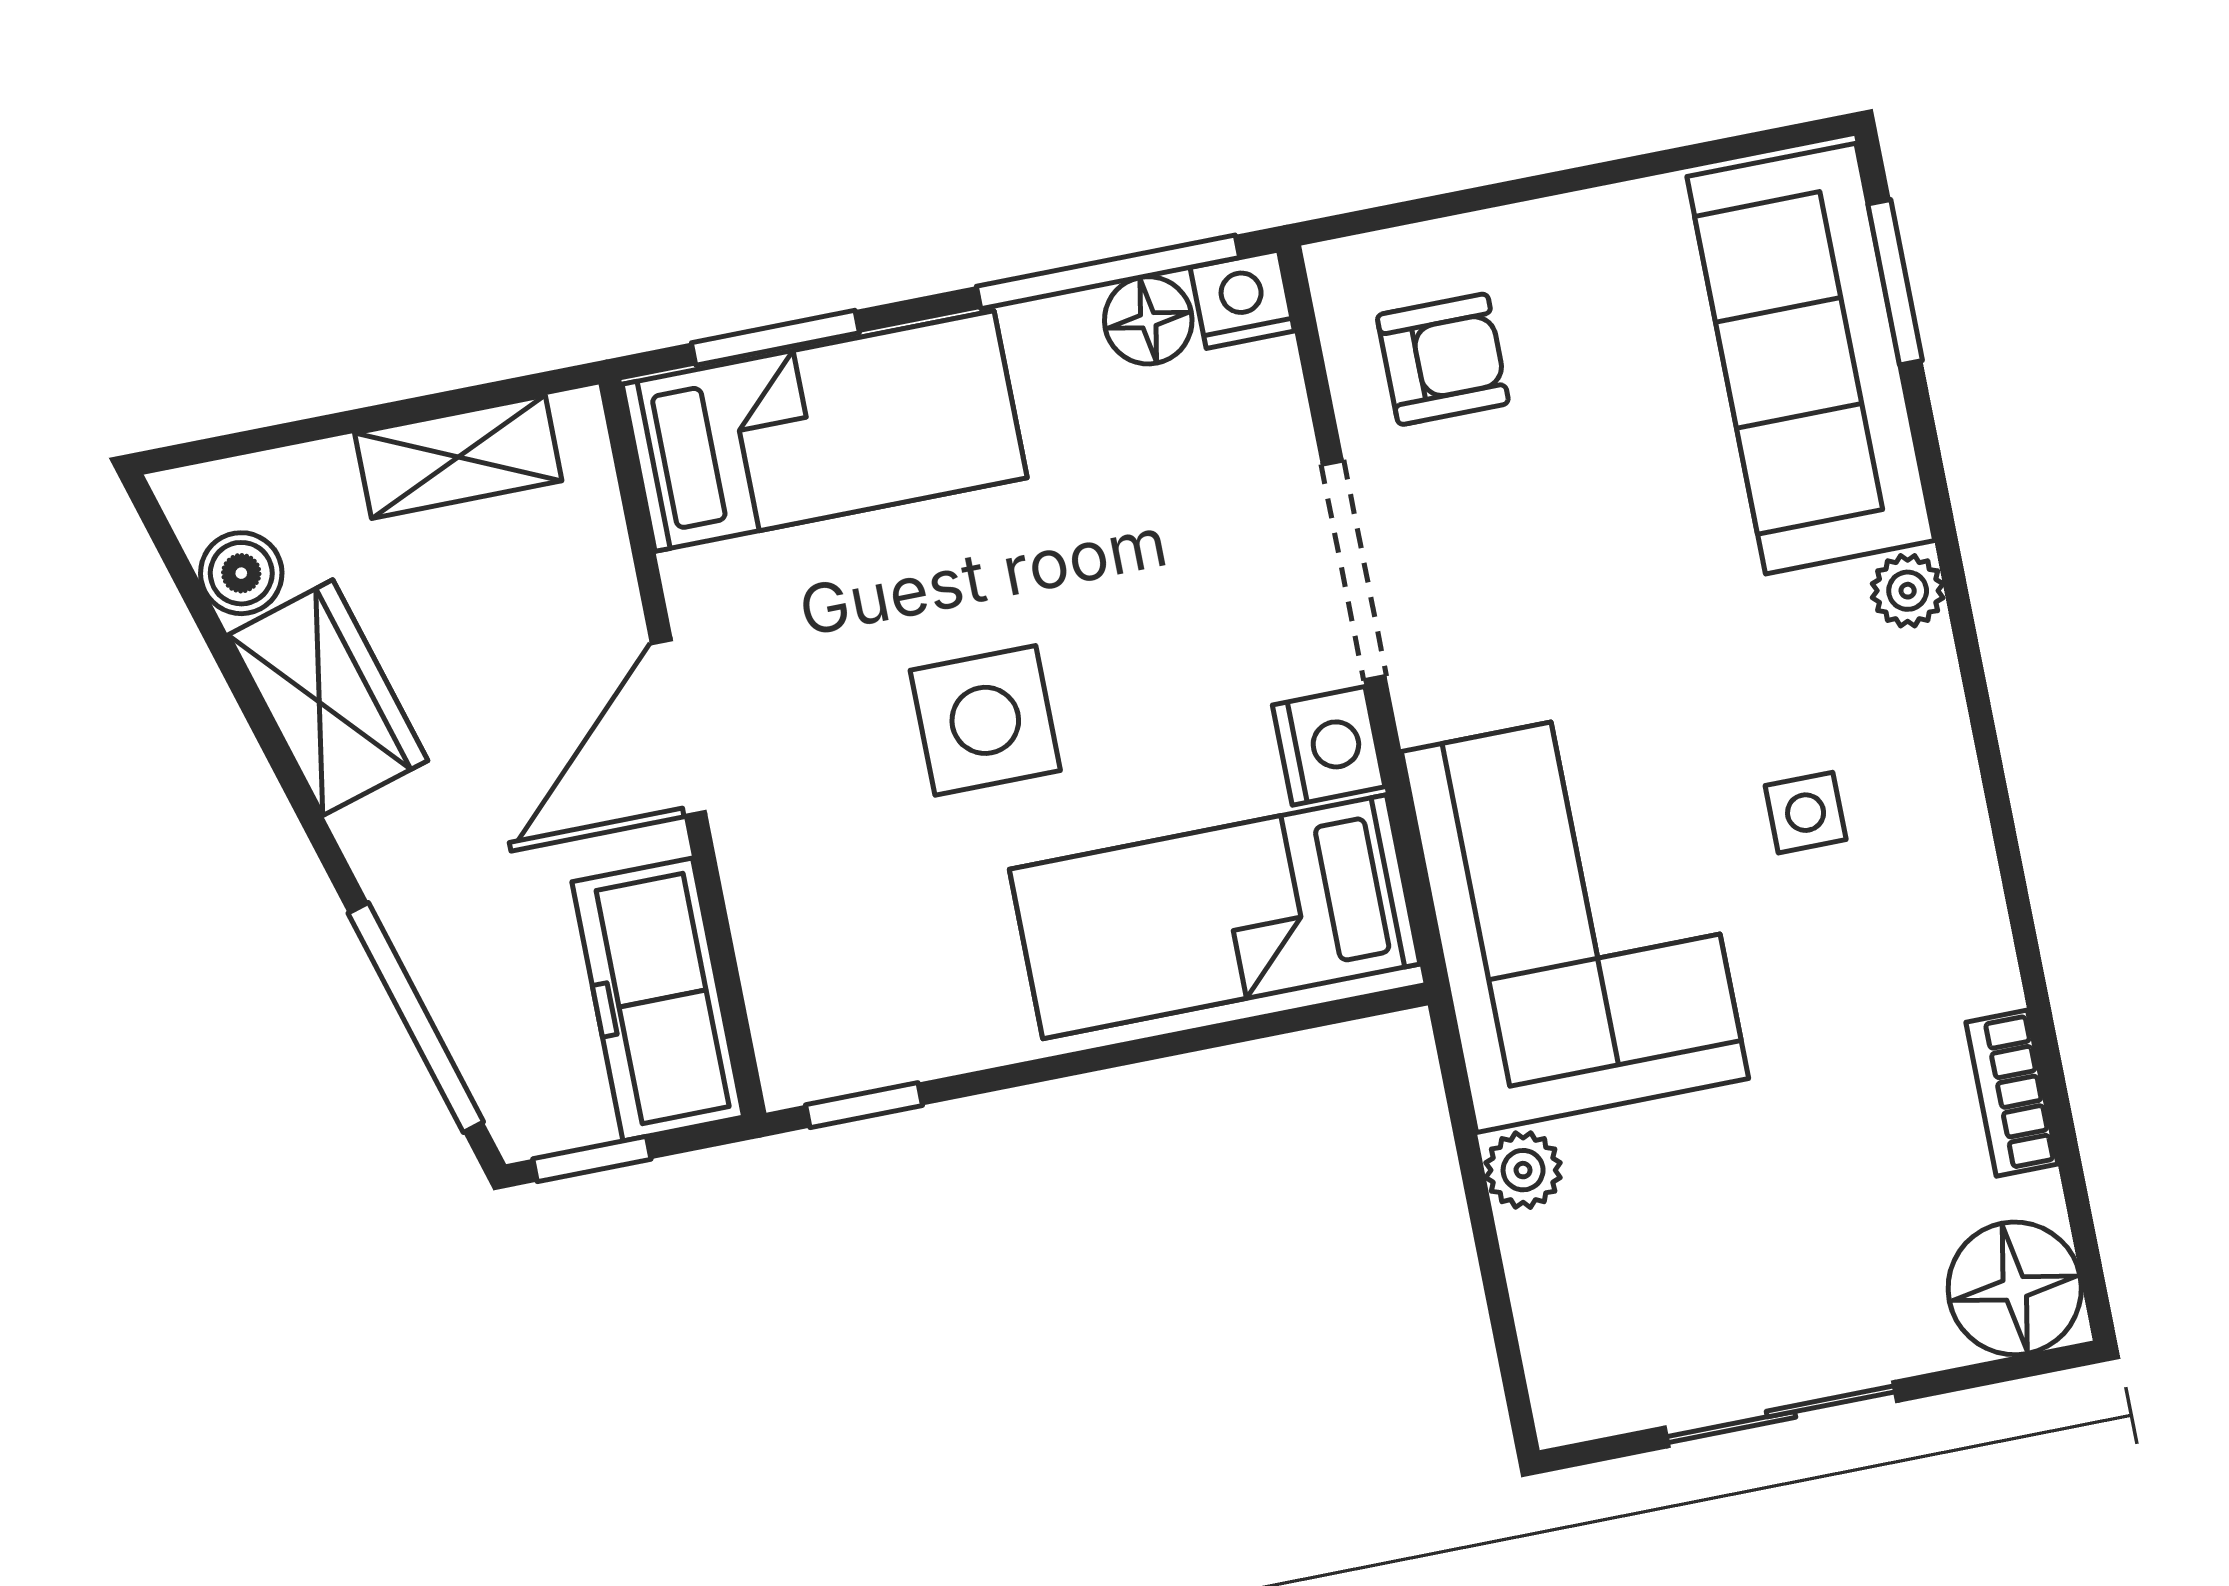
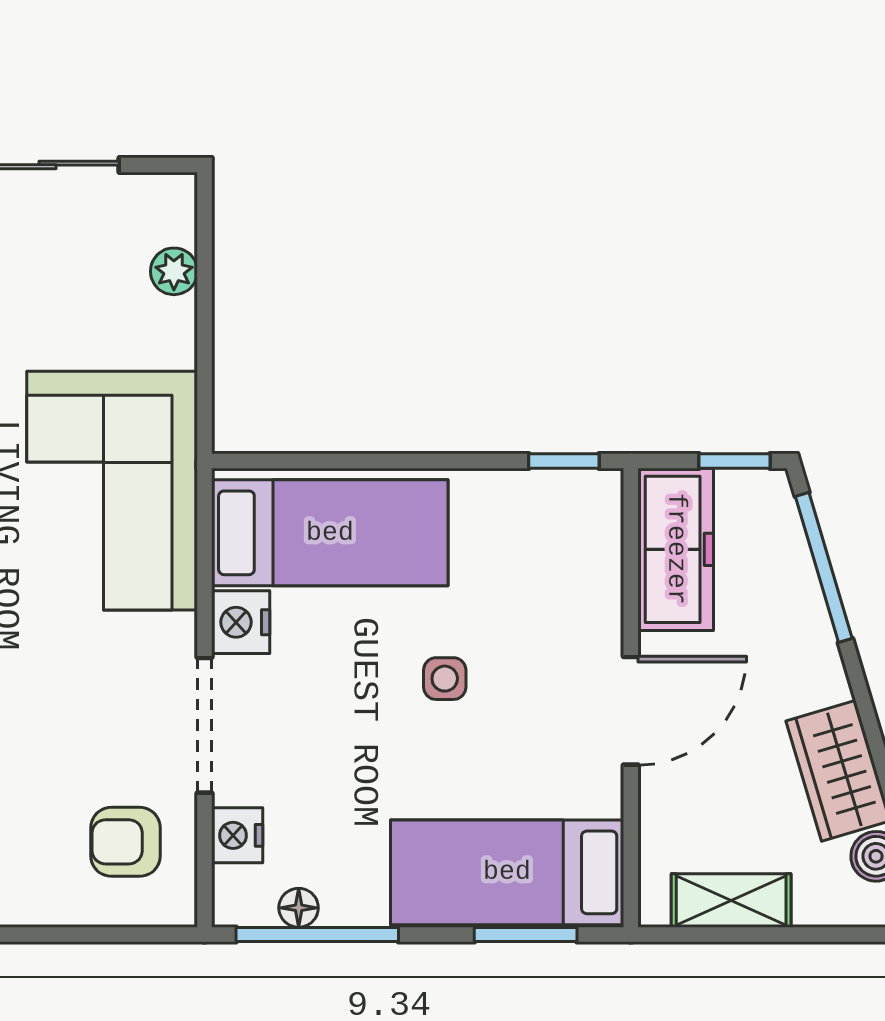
nightstand: (1242, 299) -> (237, 835), moved, turned 90
floor lamp: (1148, 320) -> (299, 908), width x0.73, depth x0.73
side table: (985, 720) -> (445, 679), width x0.54, depth x0.54
plant: (1523, 1170) -> (174, 271), moved

